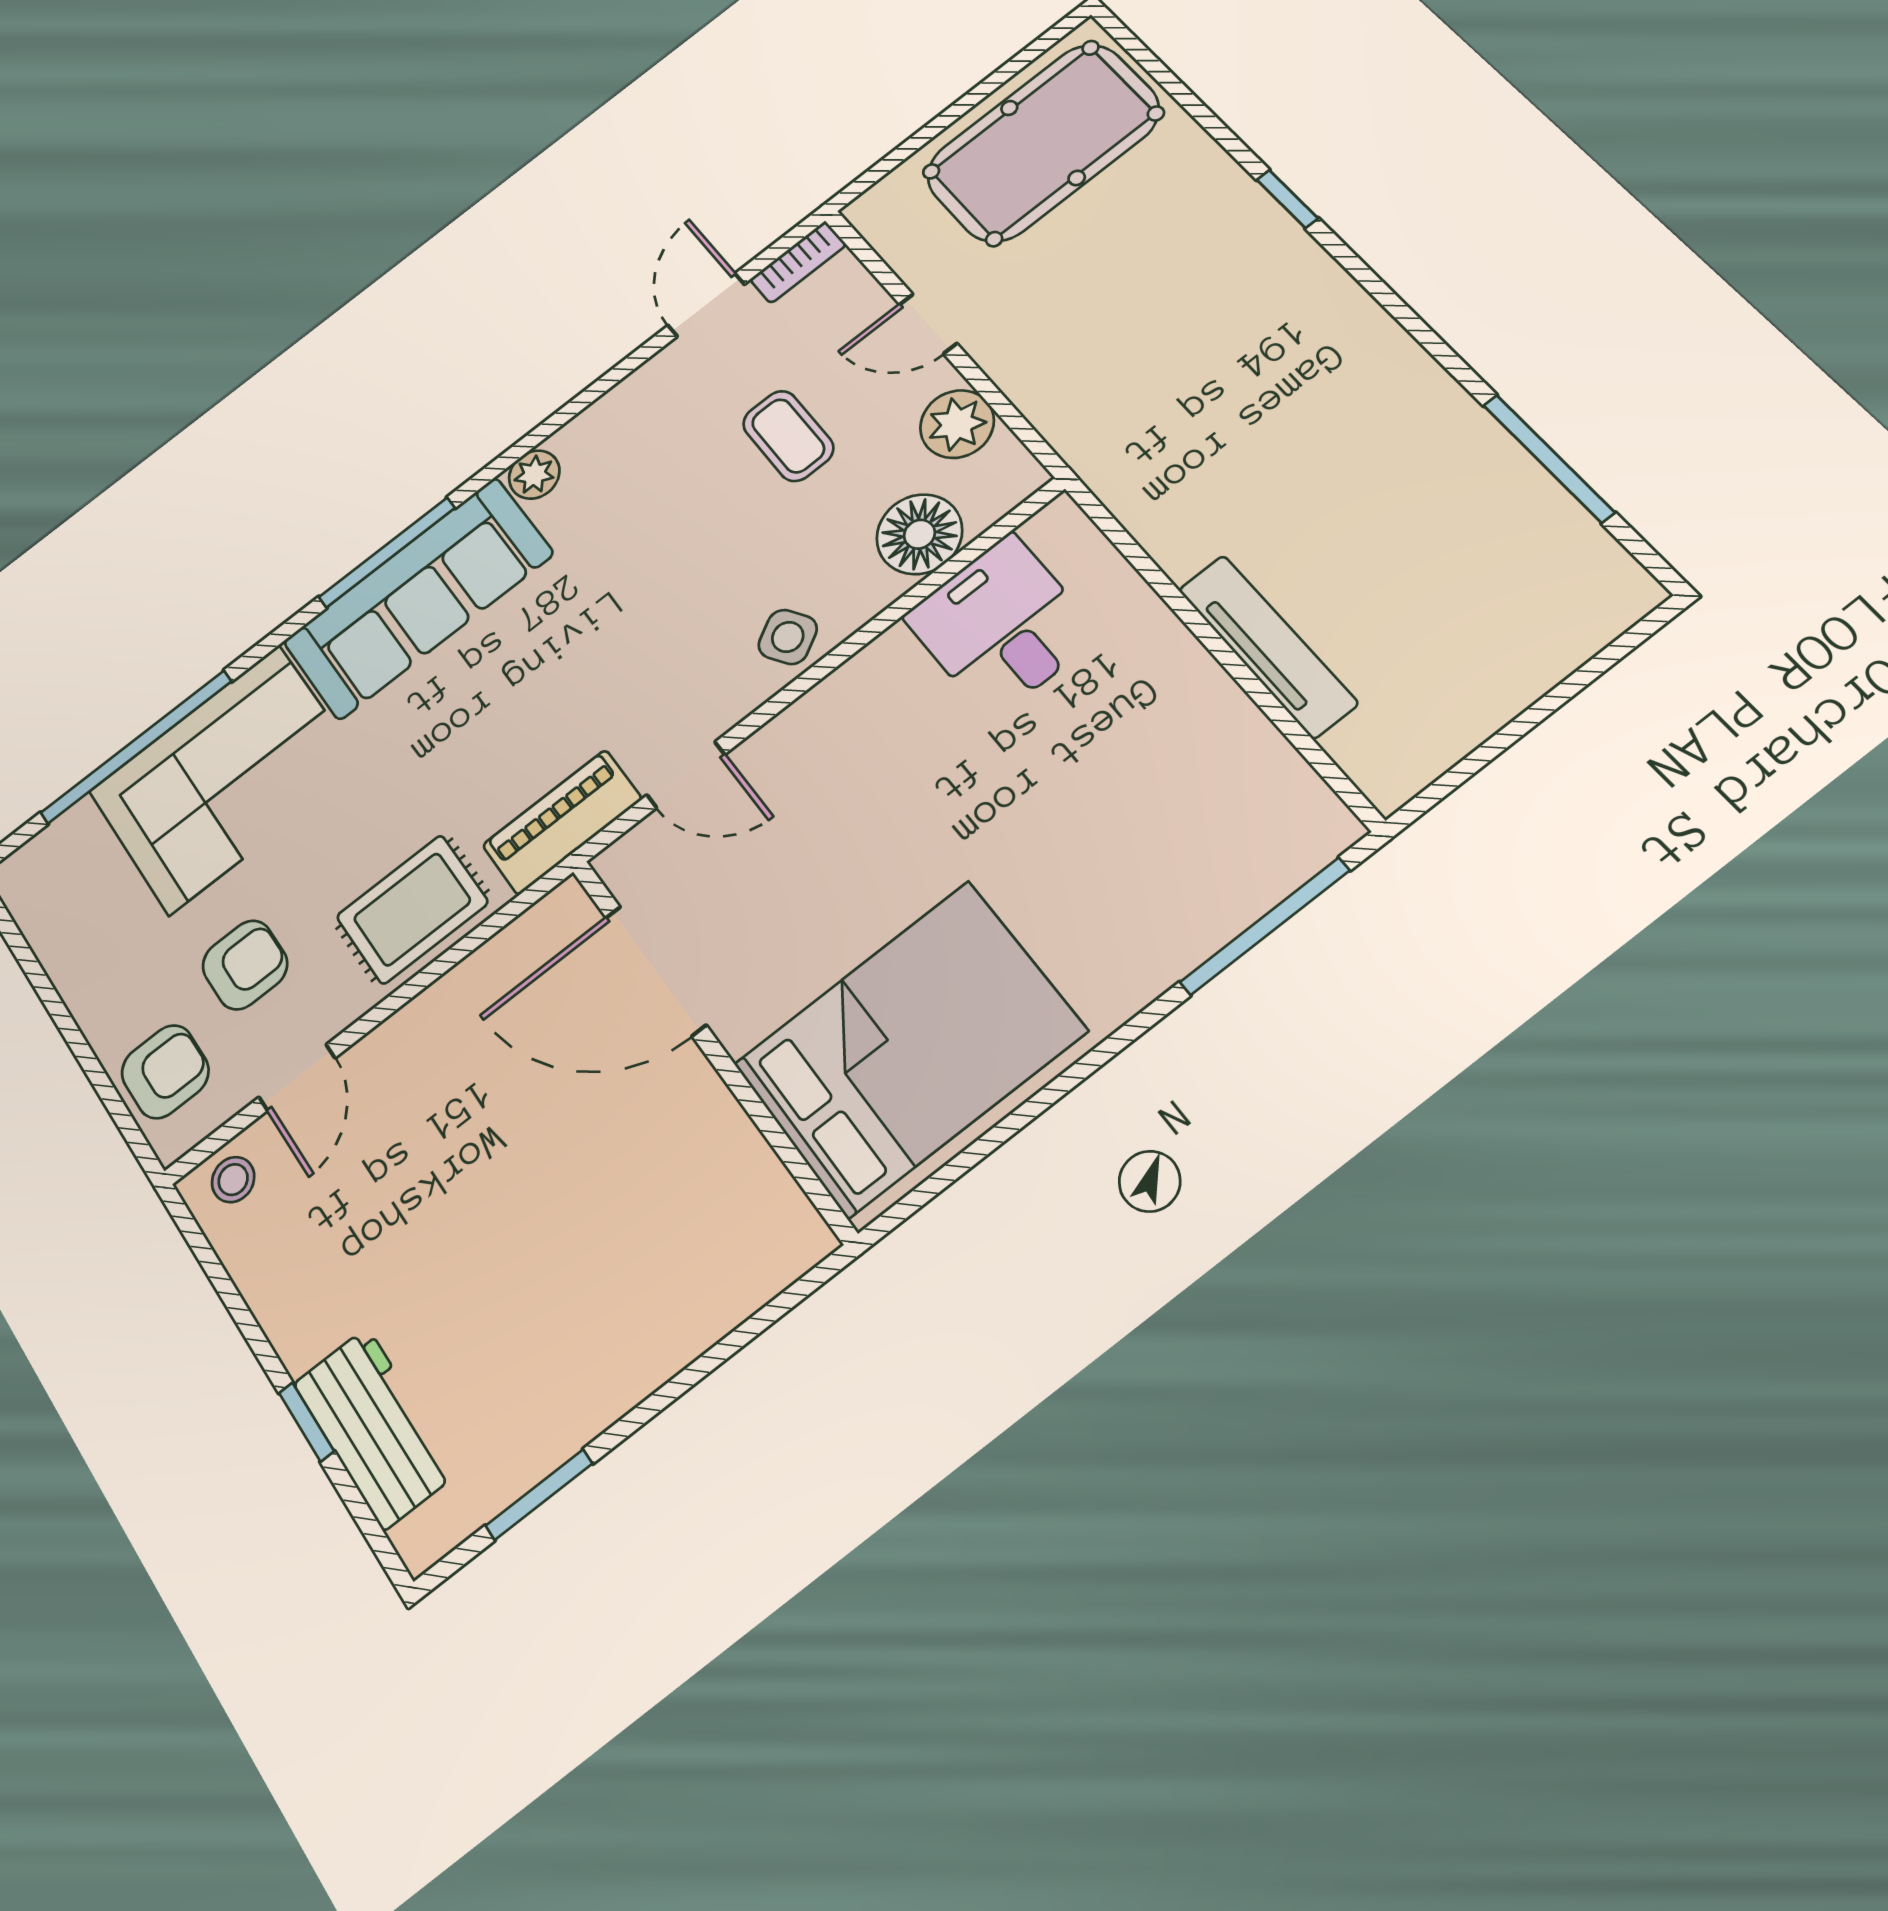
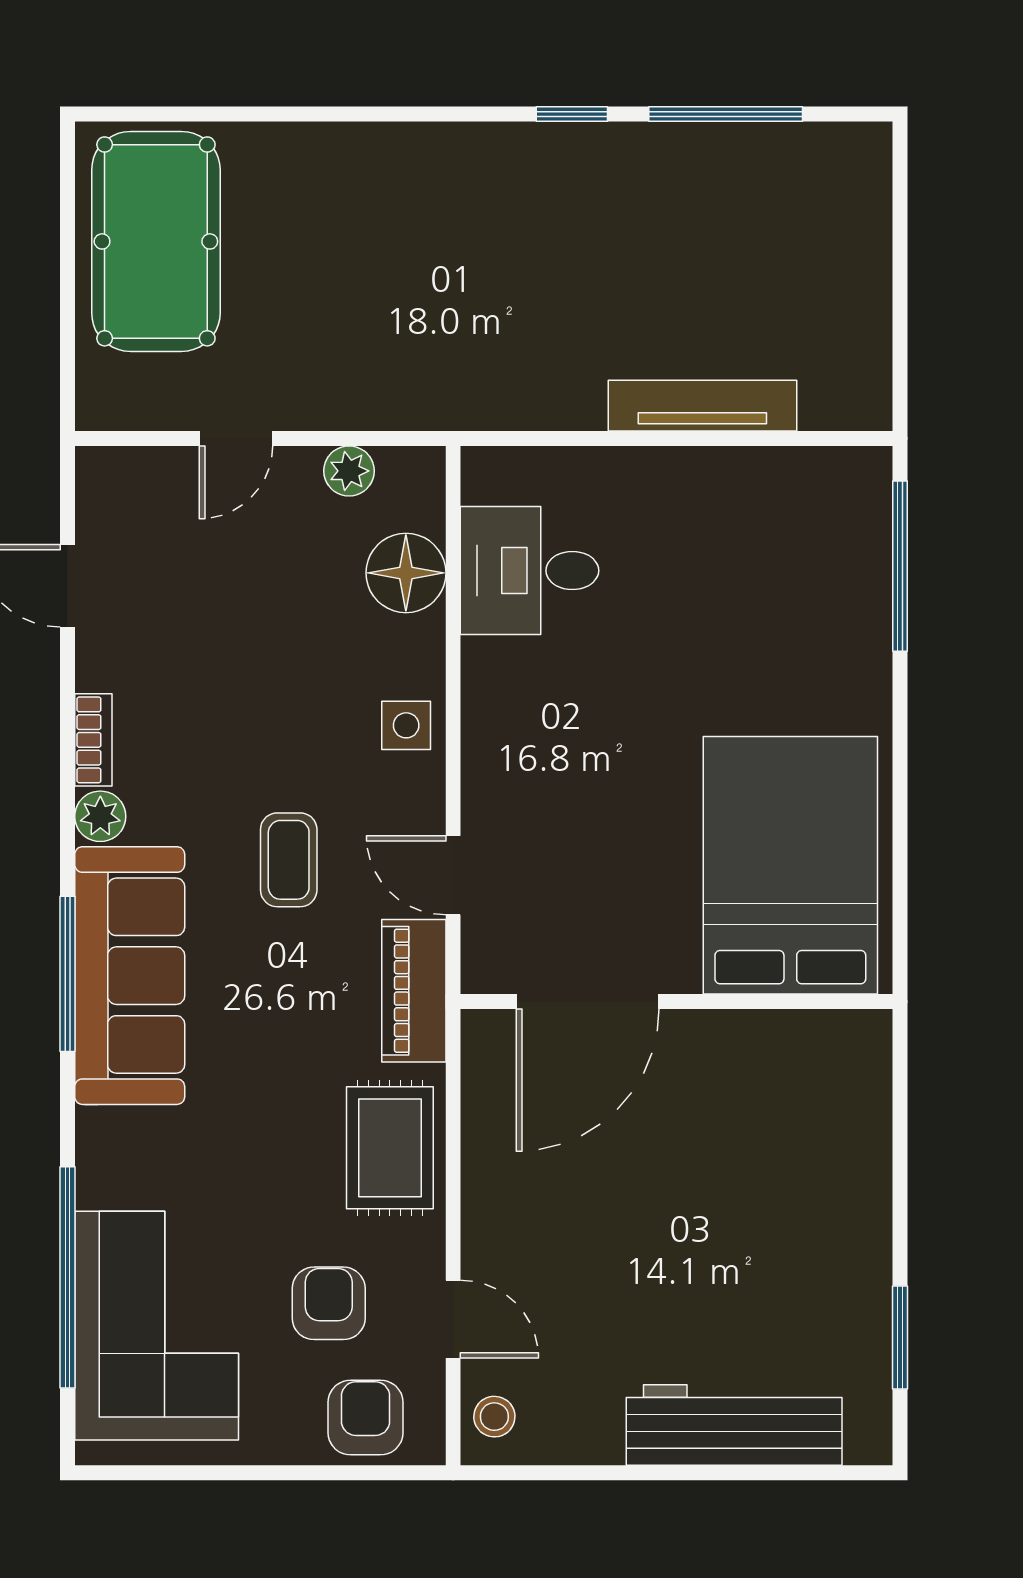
window: (1287, 199) -> (572, 114), moved
bookcase: (798, 262) -> (93, 740), moved
plant: (957, 424) -> (349, 471), width x0.73, depth x0.73
coffee table: (788, 436) -> (289, 860), moved, turned 90
side table: (788, 637) -> (406, 725), turned 31
door: (686, 775) -> (453, 875), swing flipped
corner sofa: (224, 779) -> (157, 1326), moved
window: (306, 1422) -> (721, 1473), removed
workbench: (375, 1428) -> (734, 1425), width x1.38

